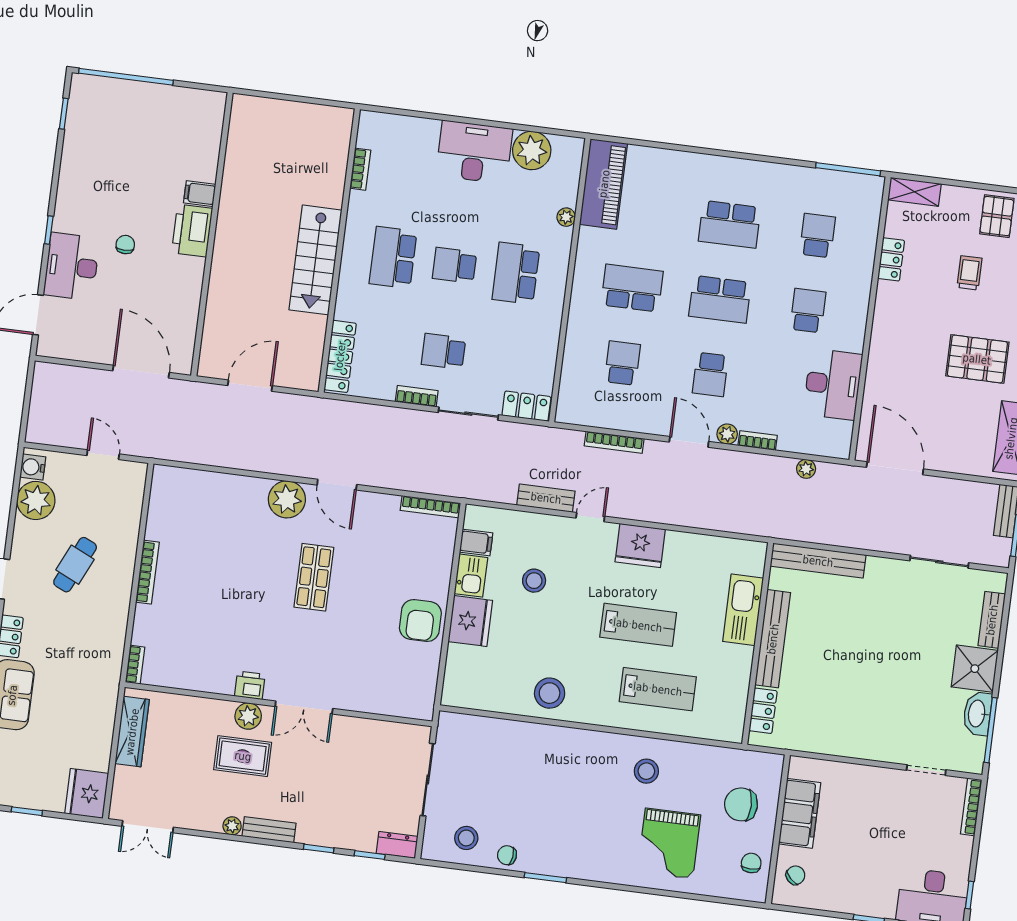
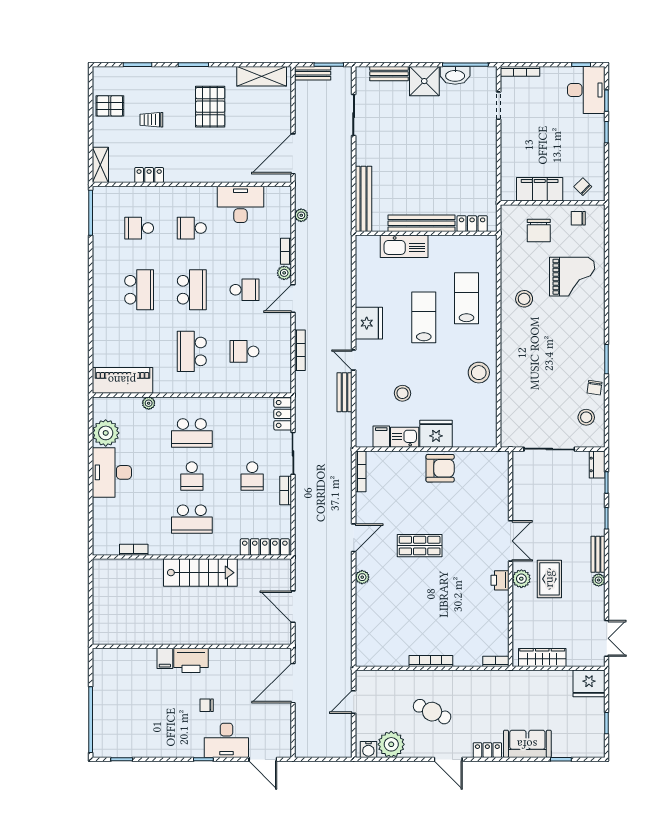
plant: (287, 499) -> (362, 577), width x0.53, depth x0.53

